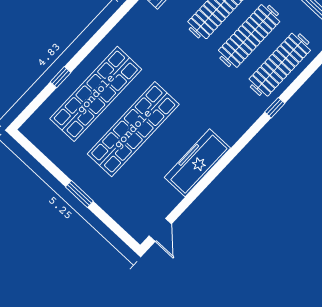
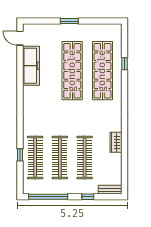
window: (275, 108) -> (20, 155), moved
freezer: (197, 163) -> (31, 66), moved

